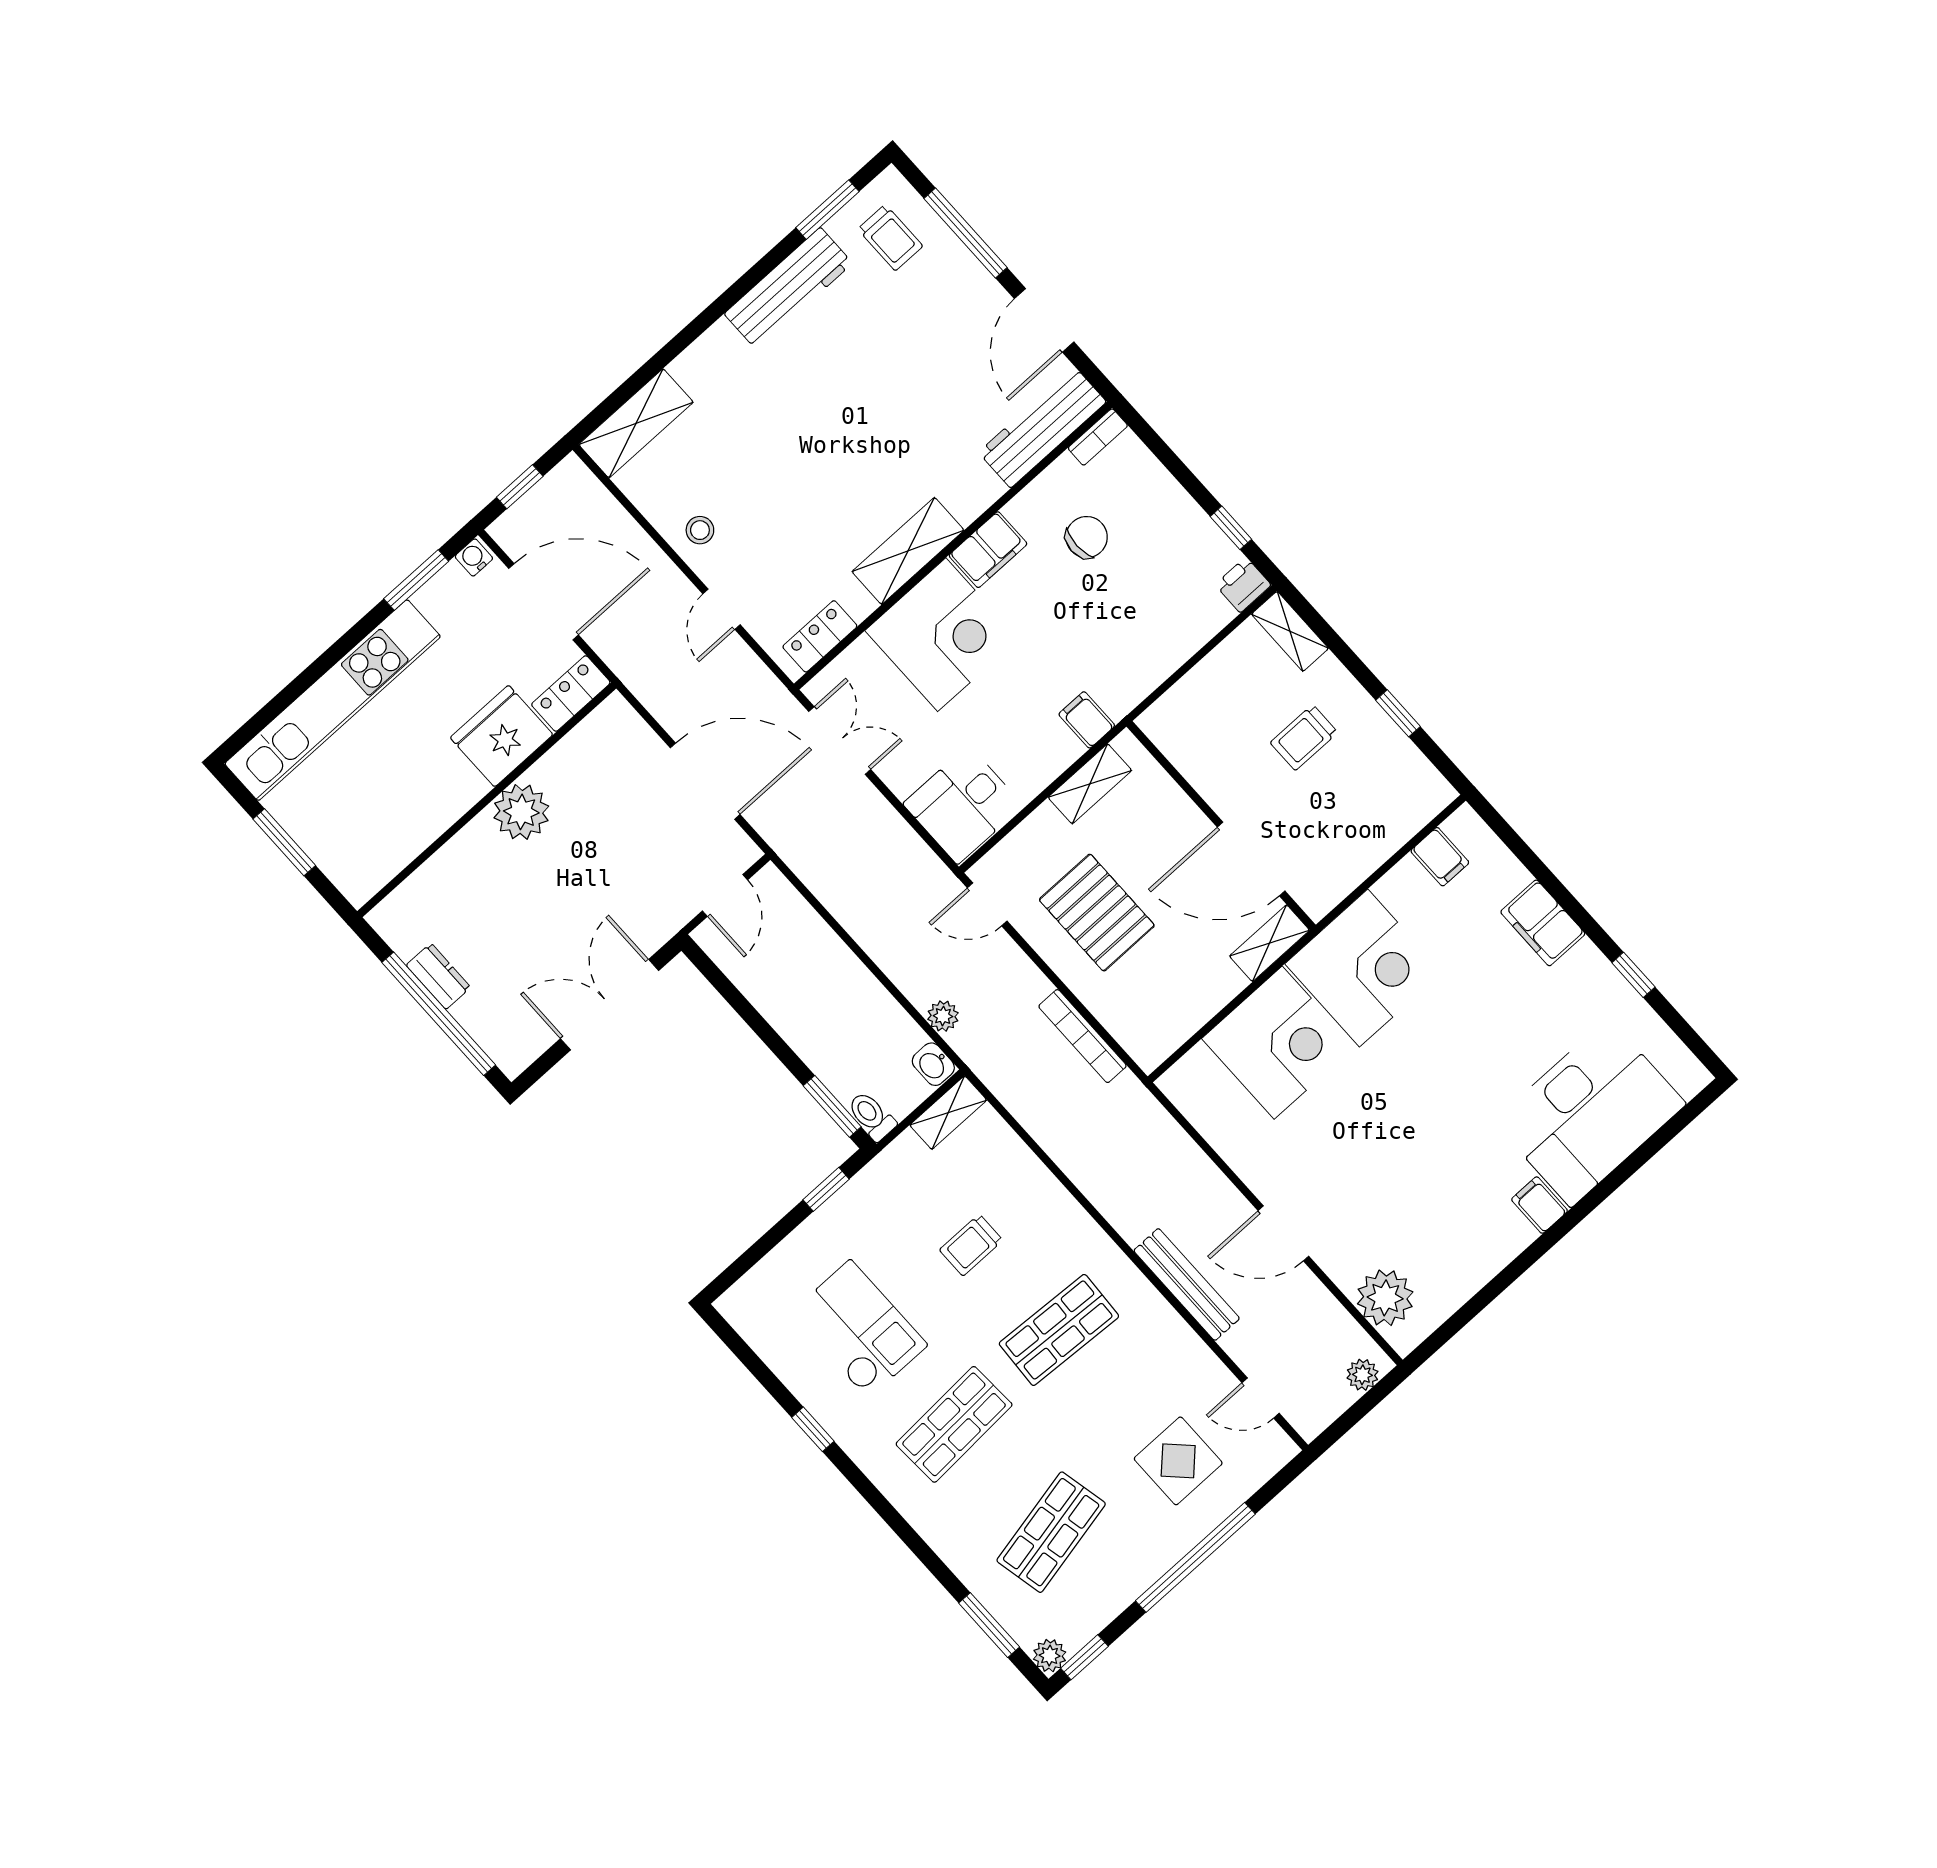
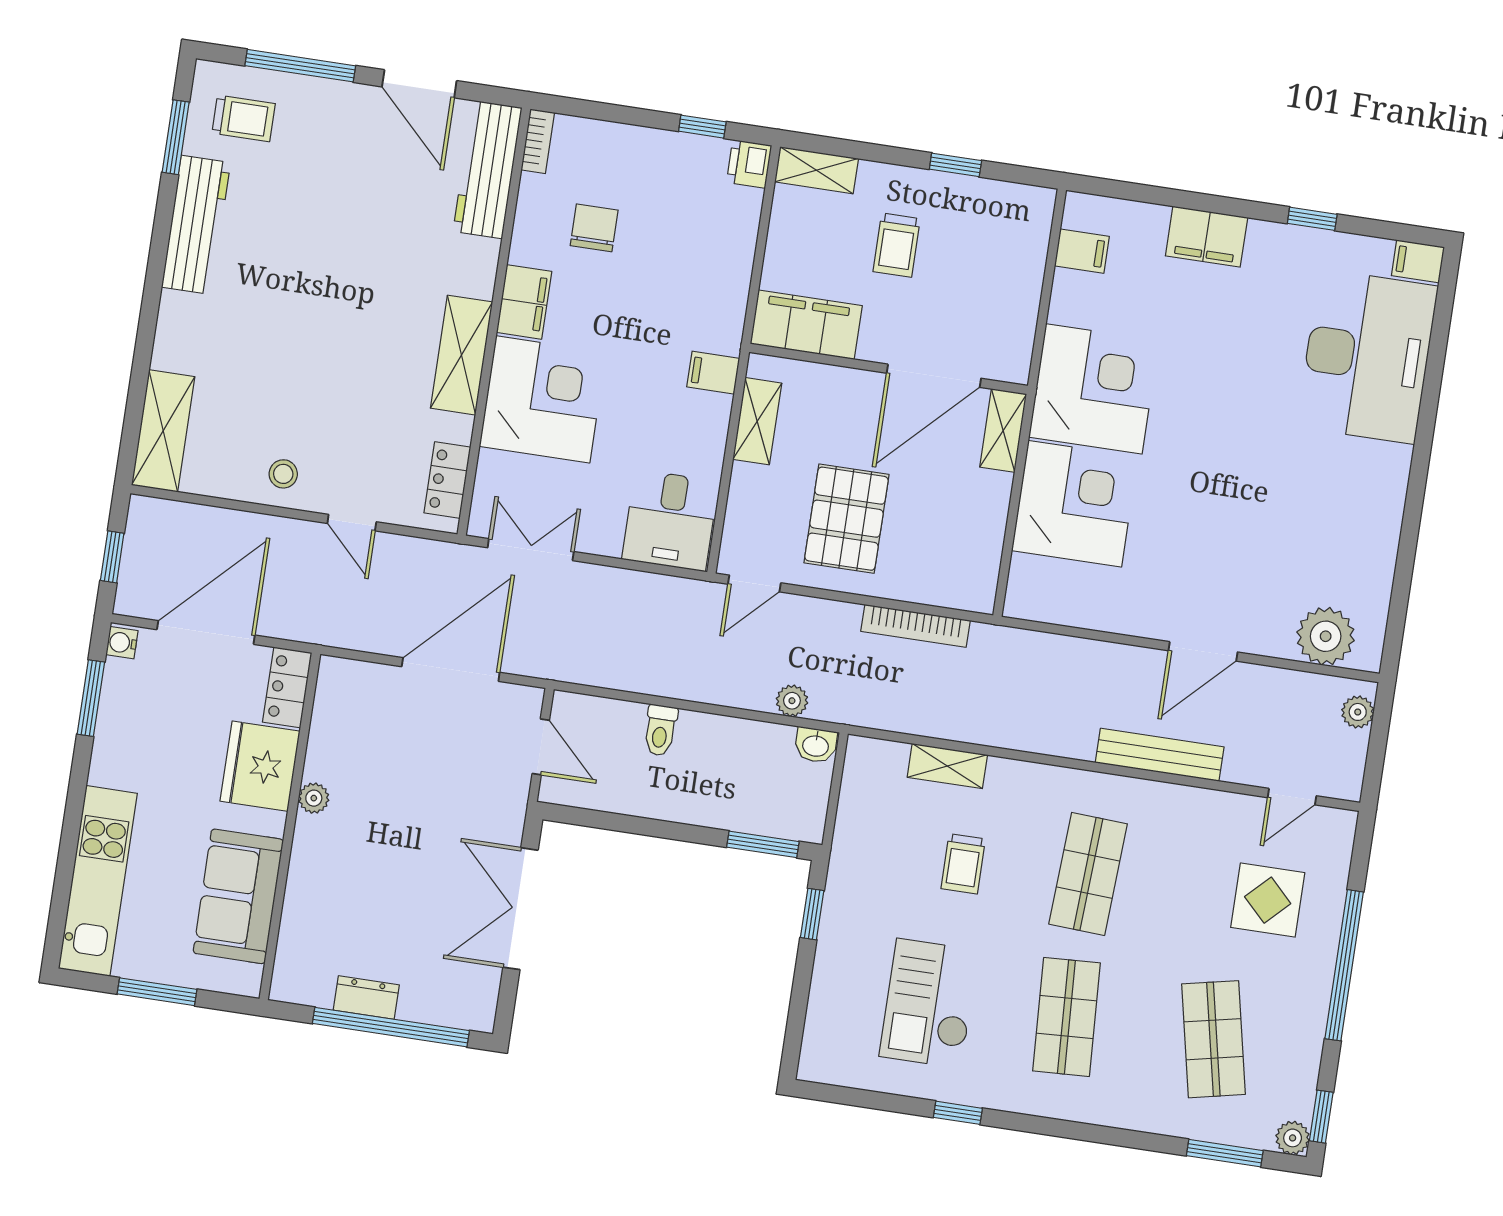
kitchen unit: (333, 700) -> (98, 881), width x0.73
filing cabinet: (1187, 742) -> (806, 325), added
plant: (521, 812) -> (314, 798), width x0.53, depth x0.53
sofa: (405, 821) -> (238, 896), added
pallet: (1097, 913) -> (846, 519), turned 90
shelving: (948, 1113) -> (947, 766), moved, turned 90
toilet: (871, 1116) -> (660, 730), moved, turned -90
filing cabinet: (1540, 1205) -> (1418, 261), moved
checkout: (859, 1329) -> (929, 1003), turned -90

